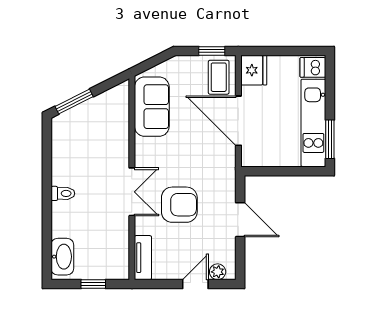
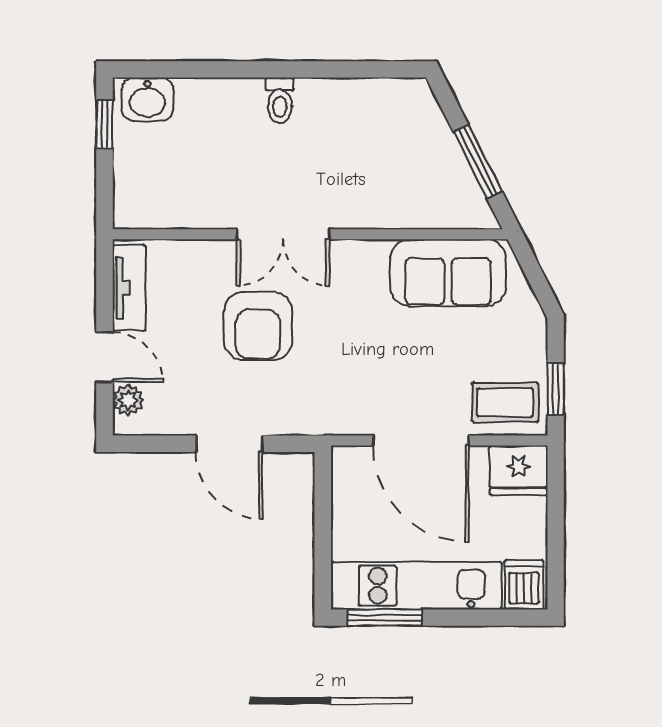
window: (74, 102) -> (478, 162), moved
door: (238, 121) -> (421, 441), swing flipped
door: (240, 220) -> (229, 444), hinge flipped
washbasin: (62, 257) -> (148, 99), width x0.72
tv unit: (143, 258) -> (129, 288), moved, turned -90
window: (93, 284) -> (104, 124), moved

